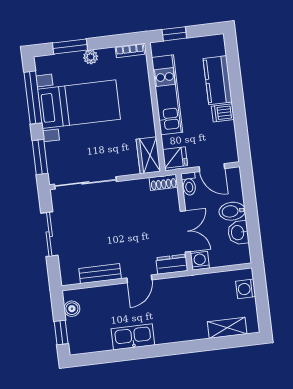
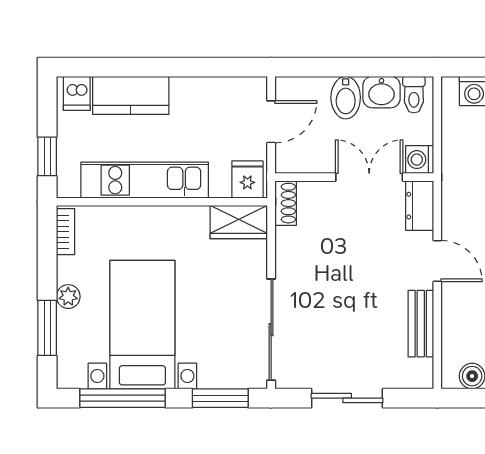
dishwasher: (223, 113) -> (77, 93), moved
toilet: (189, 184) -> (414, 95), moved, turned 90

